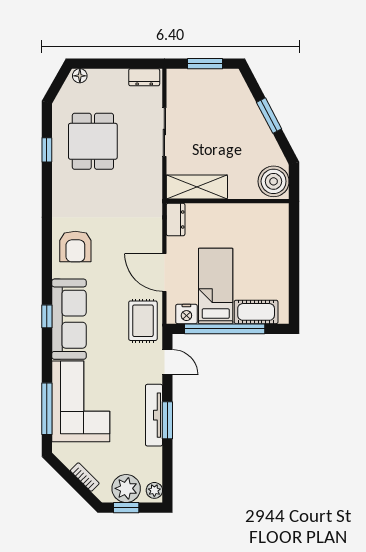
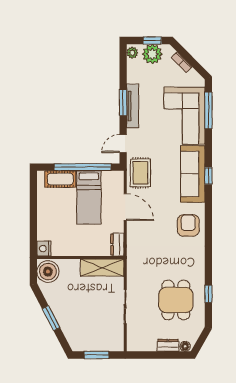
dresser: (144, 77) -> (168, 345), moved
nightstand: (186, 314) -> (44, 249), moved, turned -90
door: (167, 362) -> (123, 144), hinge flipped

